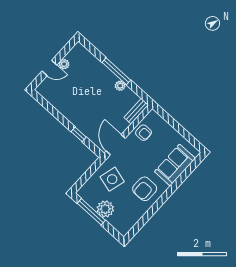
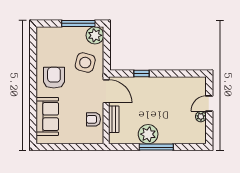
plant: (120, 86) -> (148, 134), width x1.87, depth x1.87
bench: (136, 111) -> (114, 119), moved
plant: (105, 209) -> (95, 35), moved

